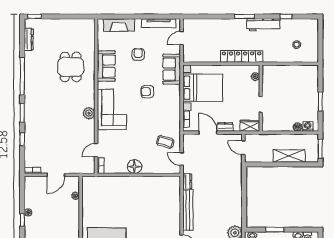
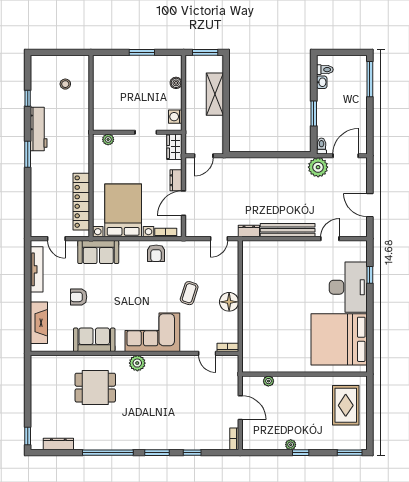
locker: (242, 56) -> (81, 202), moved
armchair: (147, 92) -> (156, 253), moved
plant: (89, 113) -> (137, 363), moved
washing machine: (308, 126) -> (175, 117), moved
coffee table: (165, 142) -> (189, 293), moved

